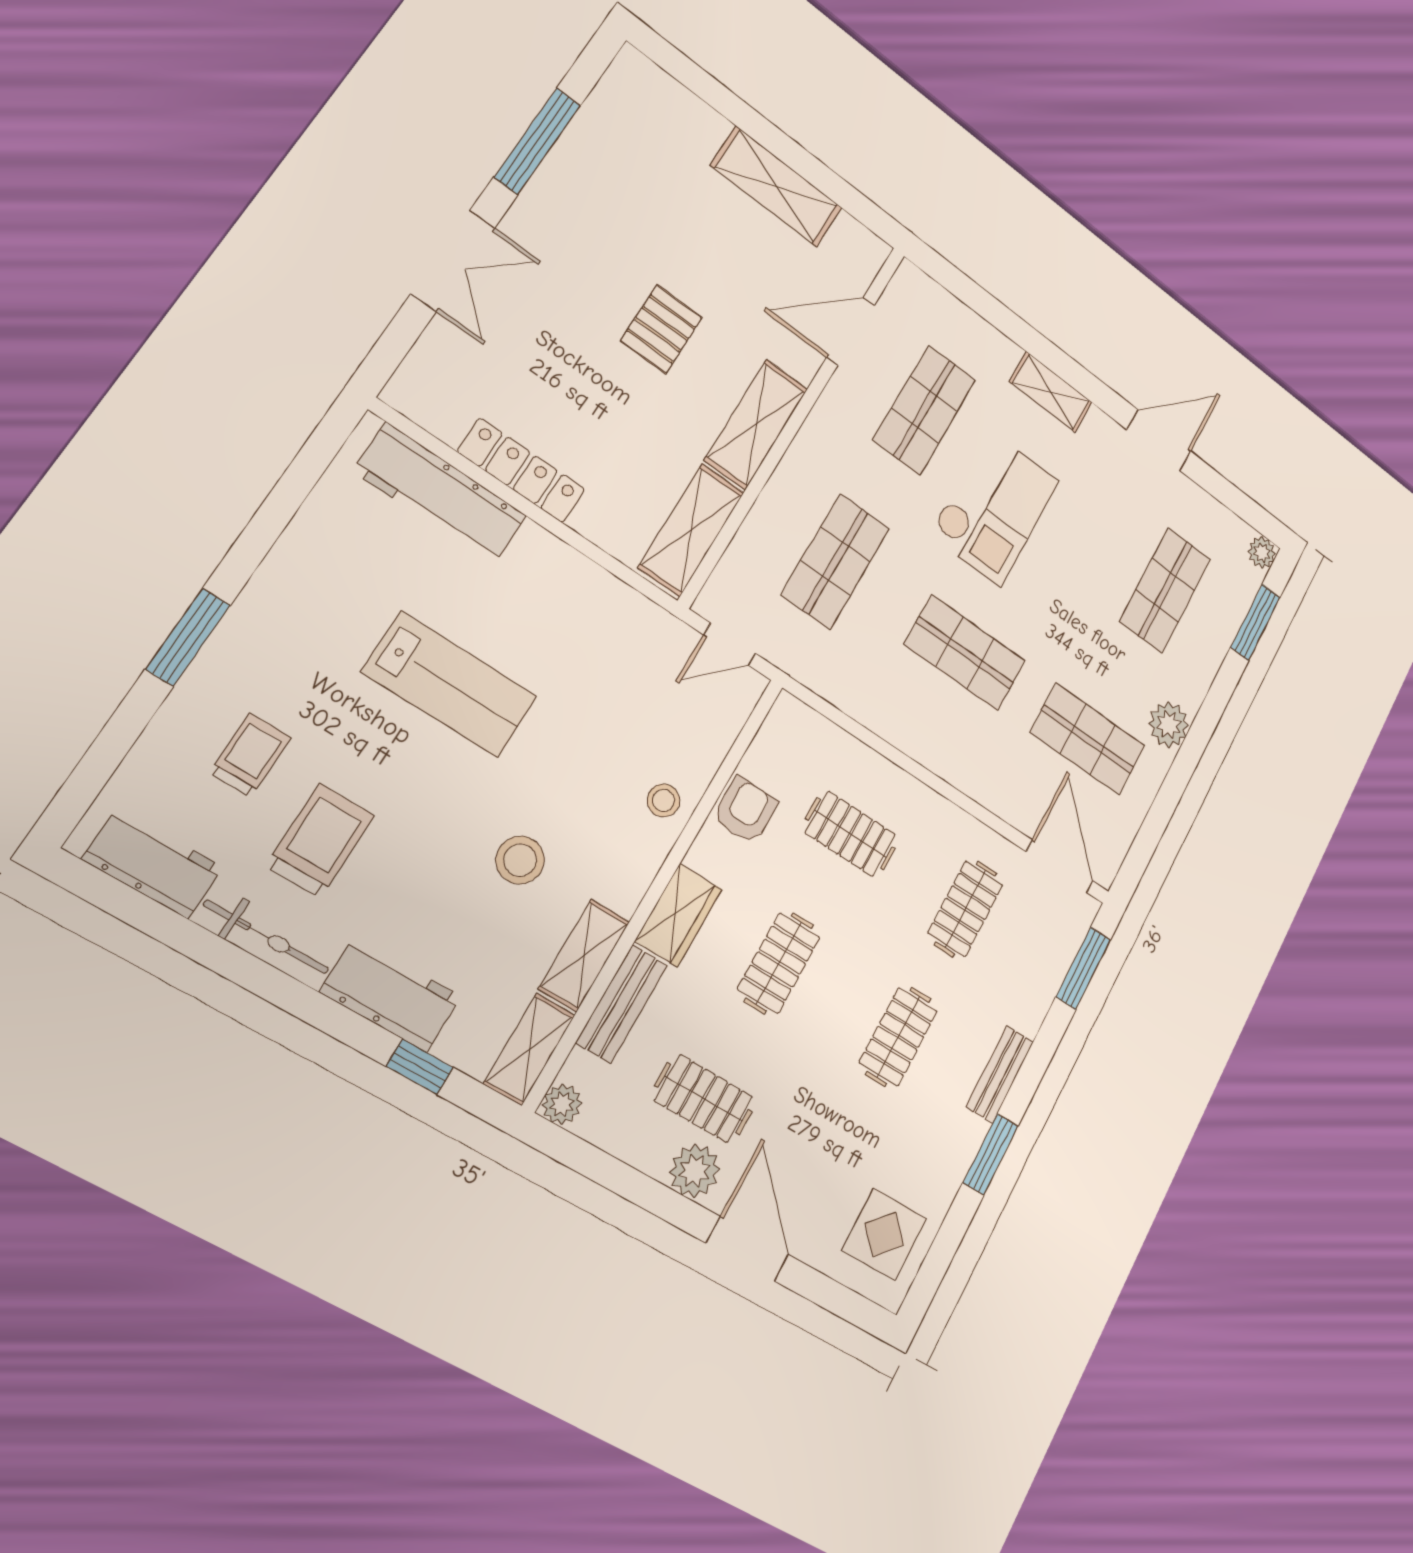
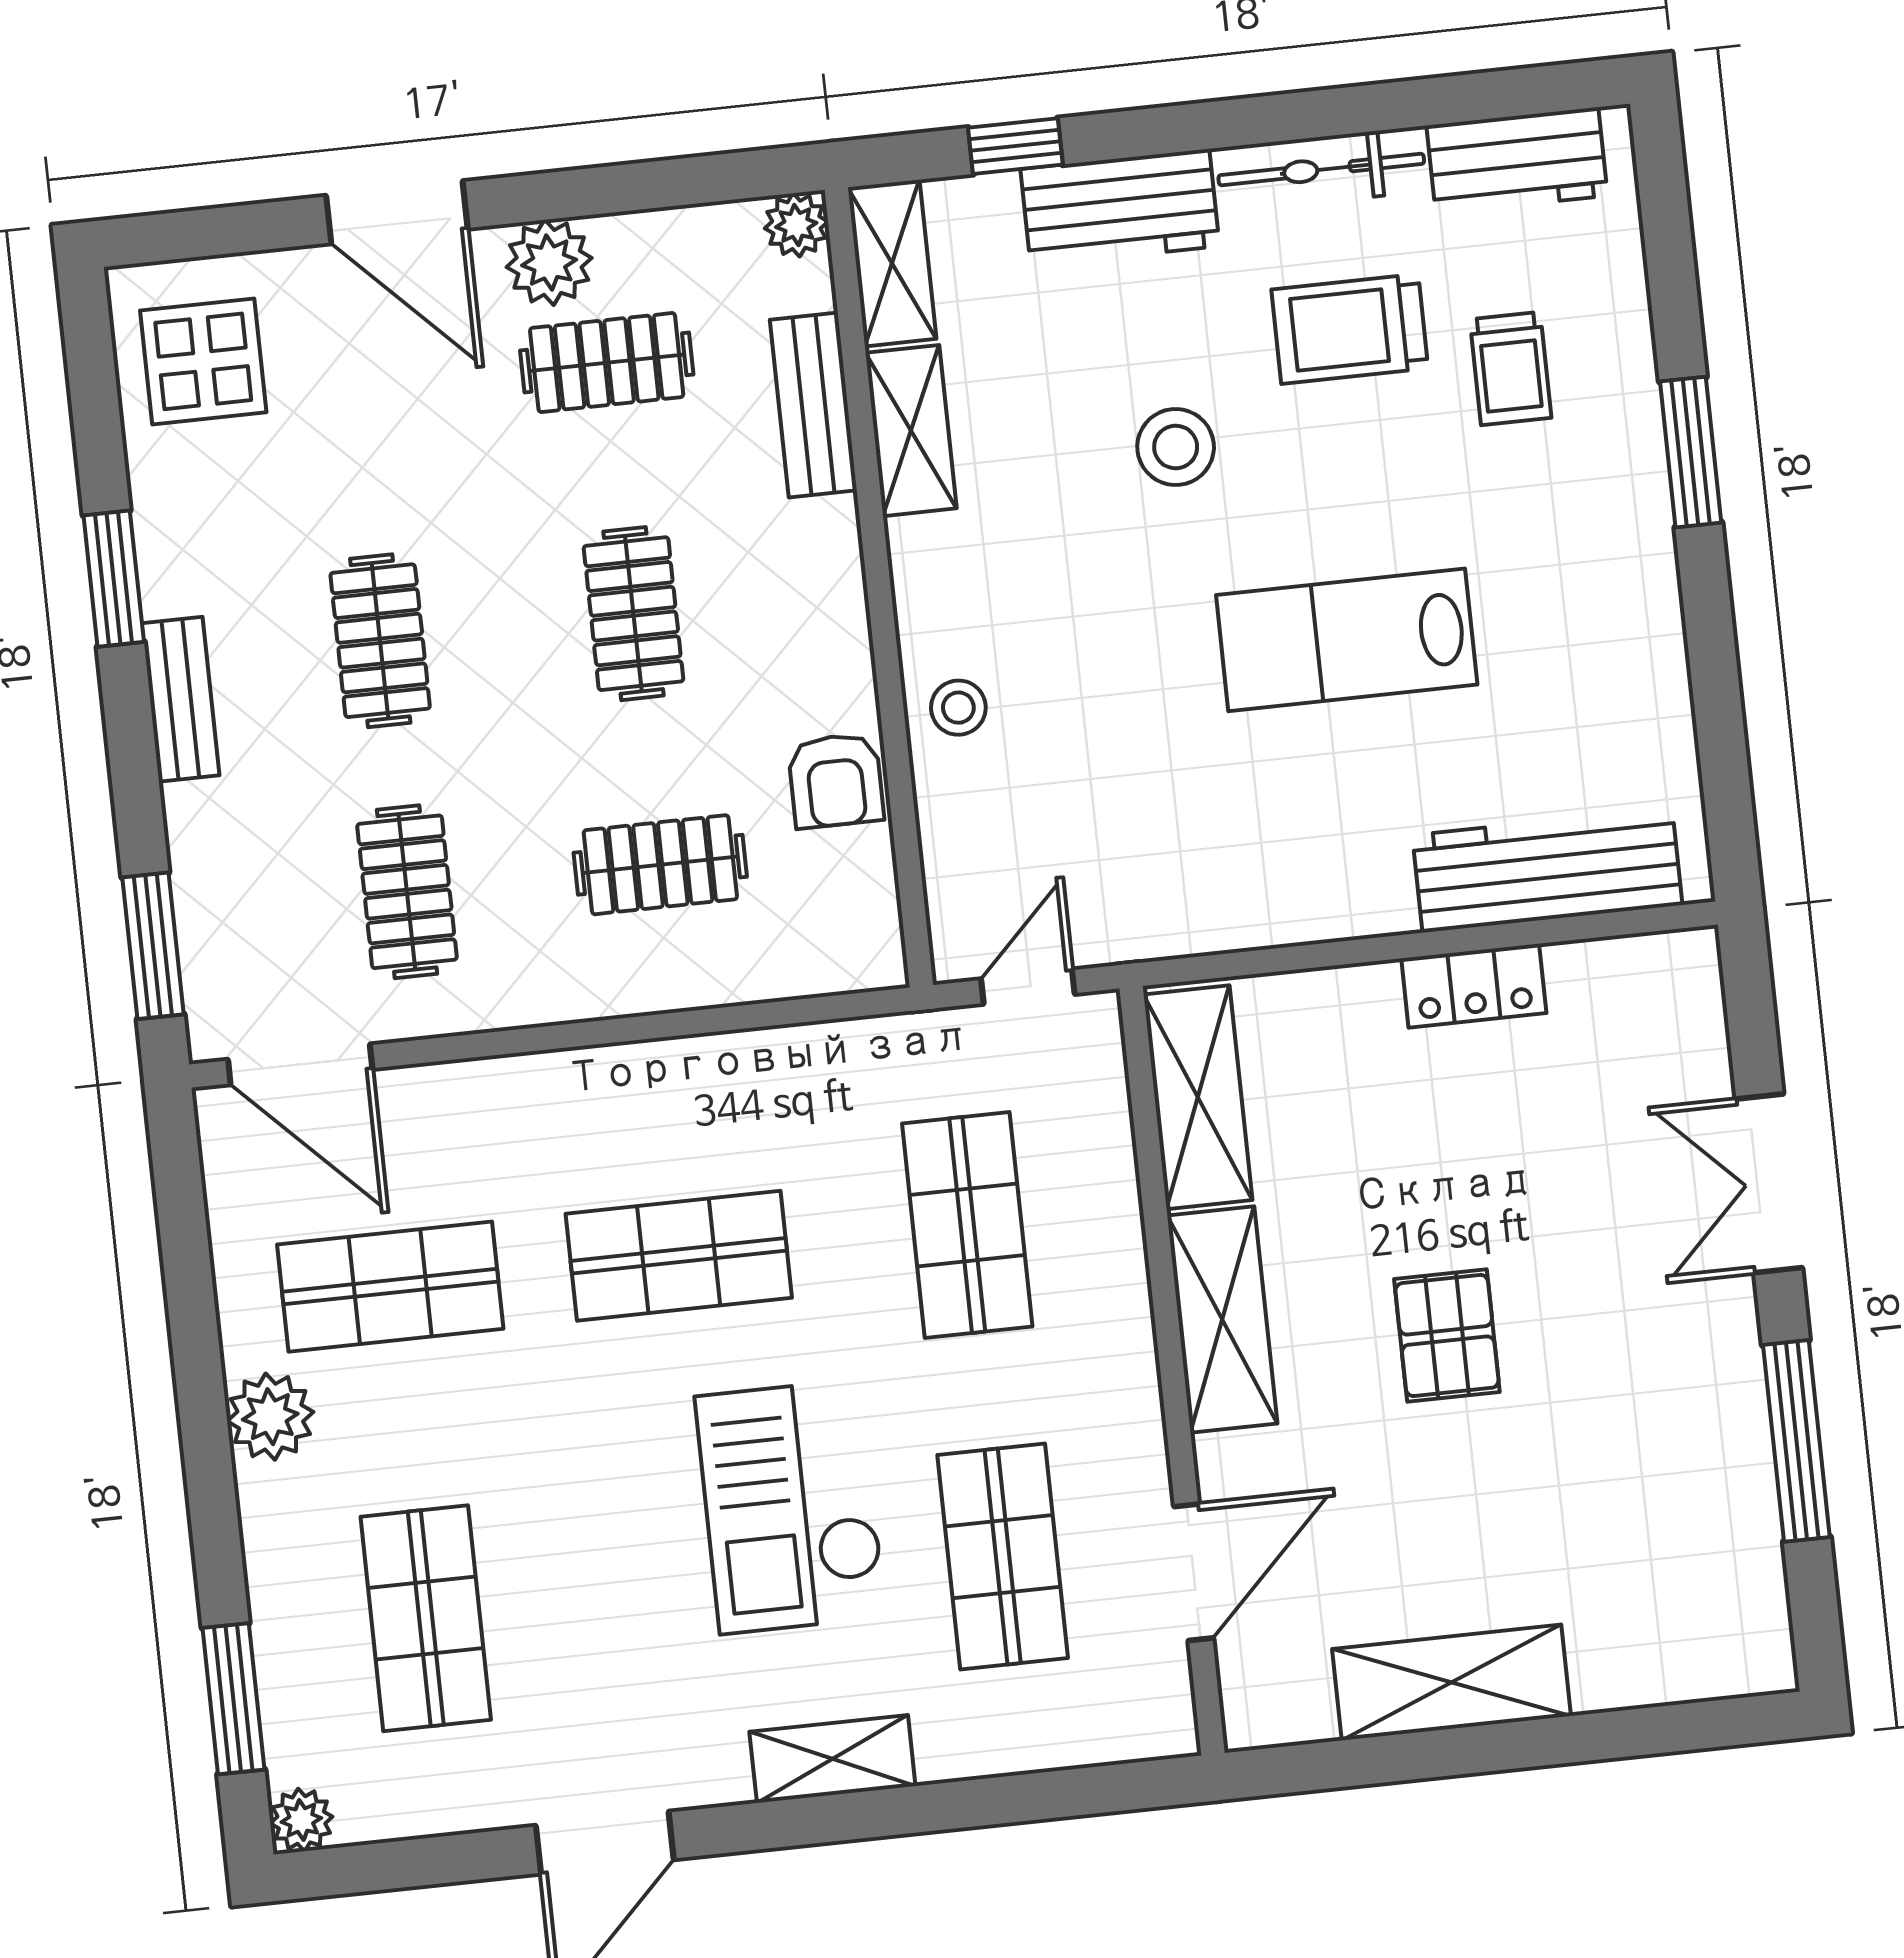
locker: (521, 471) -> (1474, 986), width x0.66
trolley: (320, 841) -> (1350, 329), turned 90
stool: (520, 860) -> (1176, 447), moved
wardrobe: (679, 915) -> (823, 574), removed

